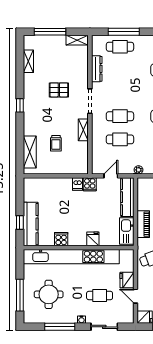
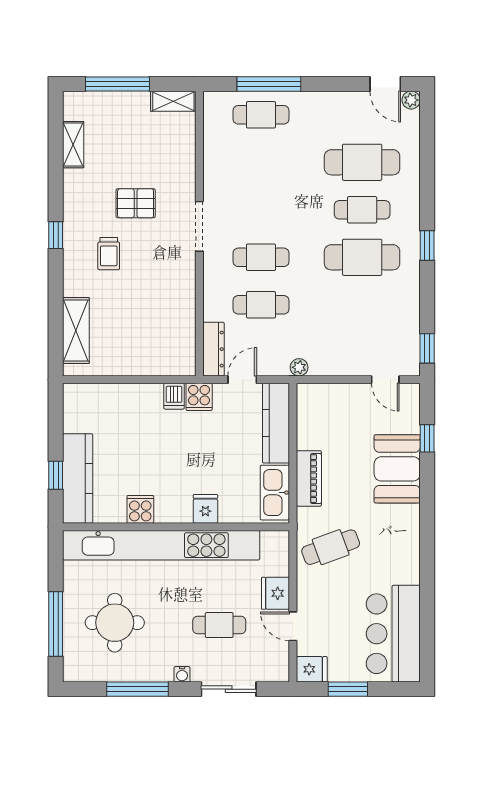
dresser: (97, 69) -> (213, 349), moved
shelving: (83, 130) -> (186, 285), removed
trolley: (56, 143) -> (109, 254), moved

